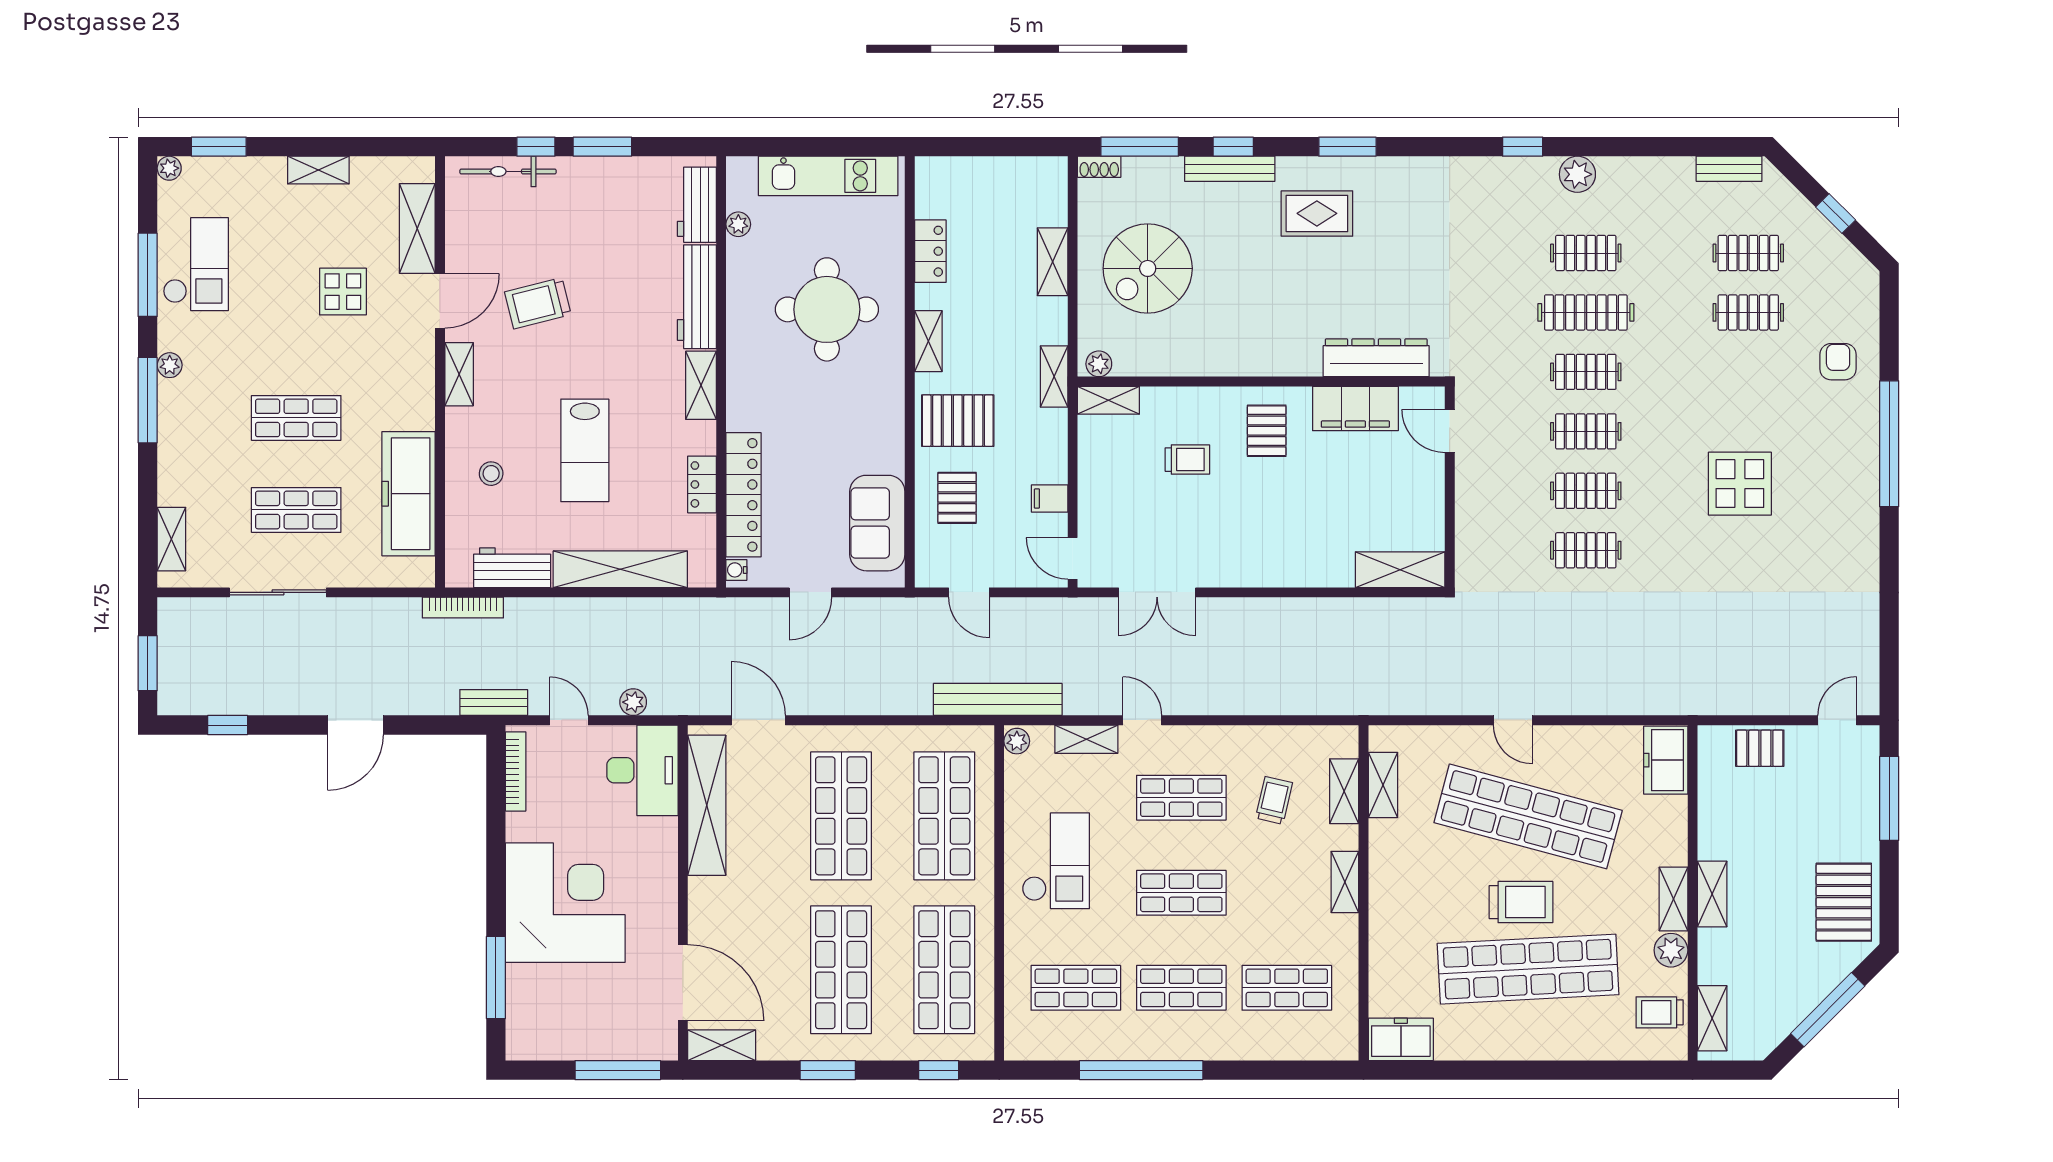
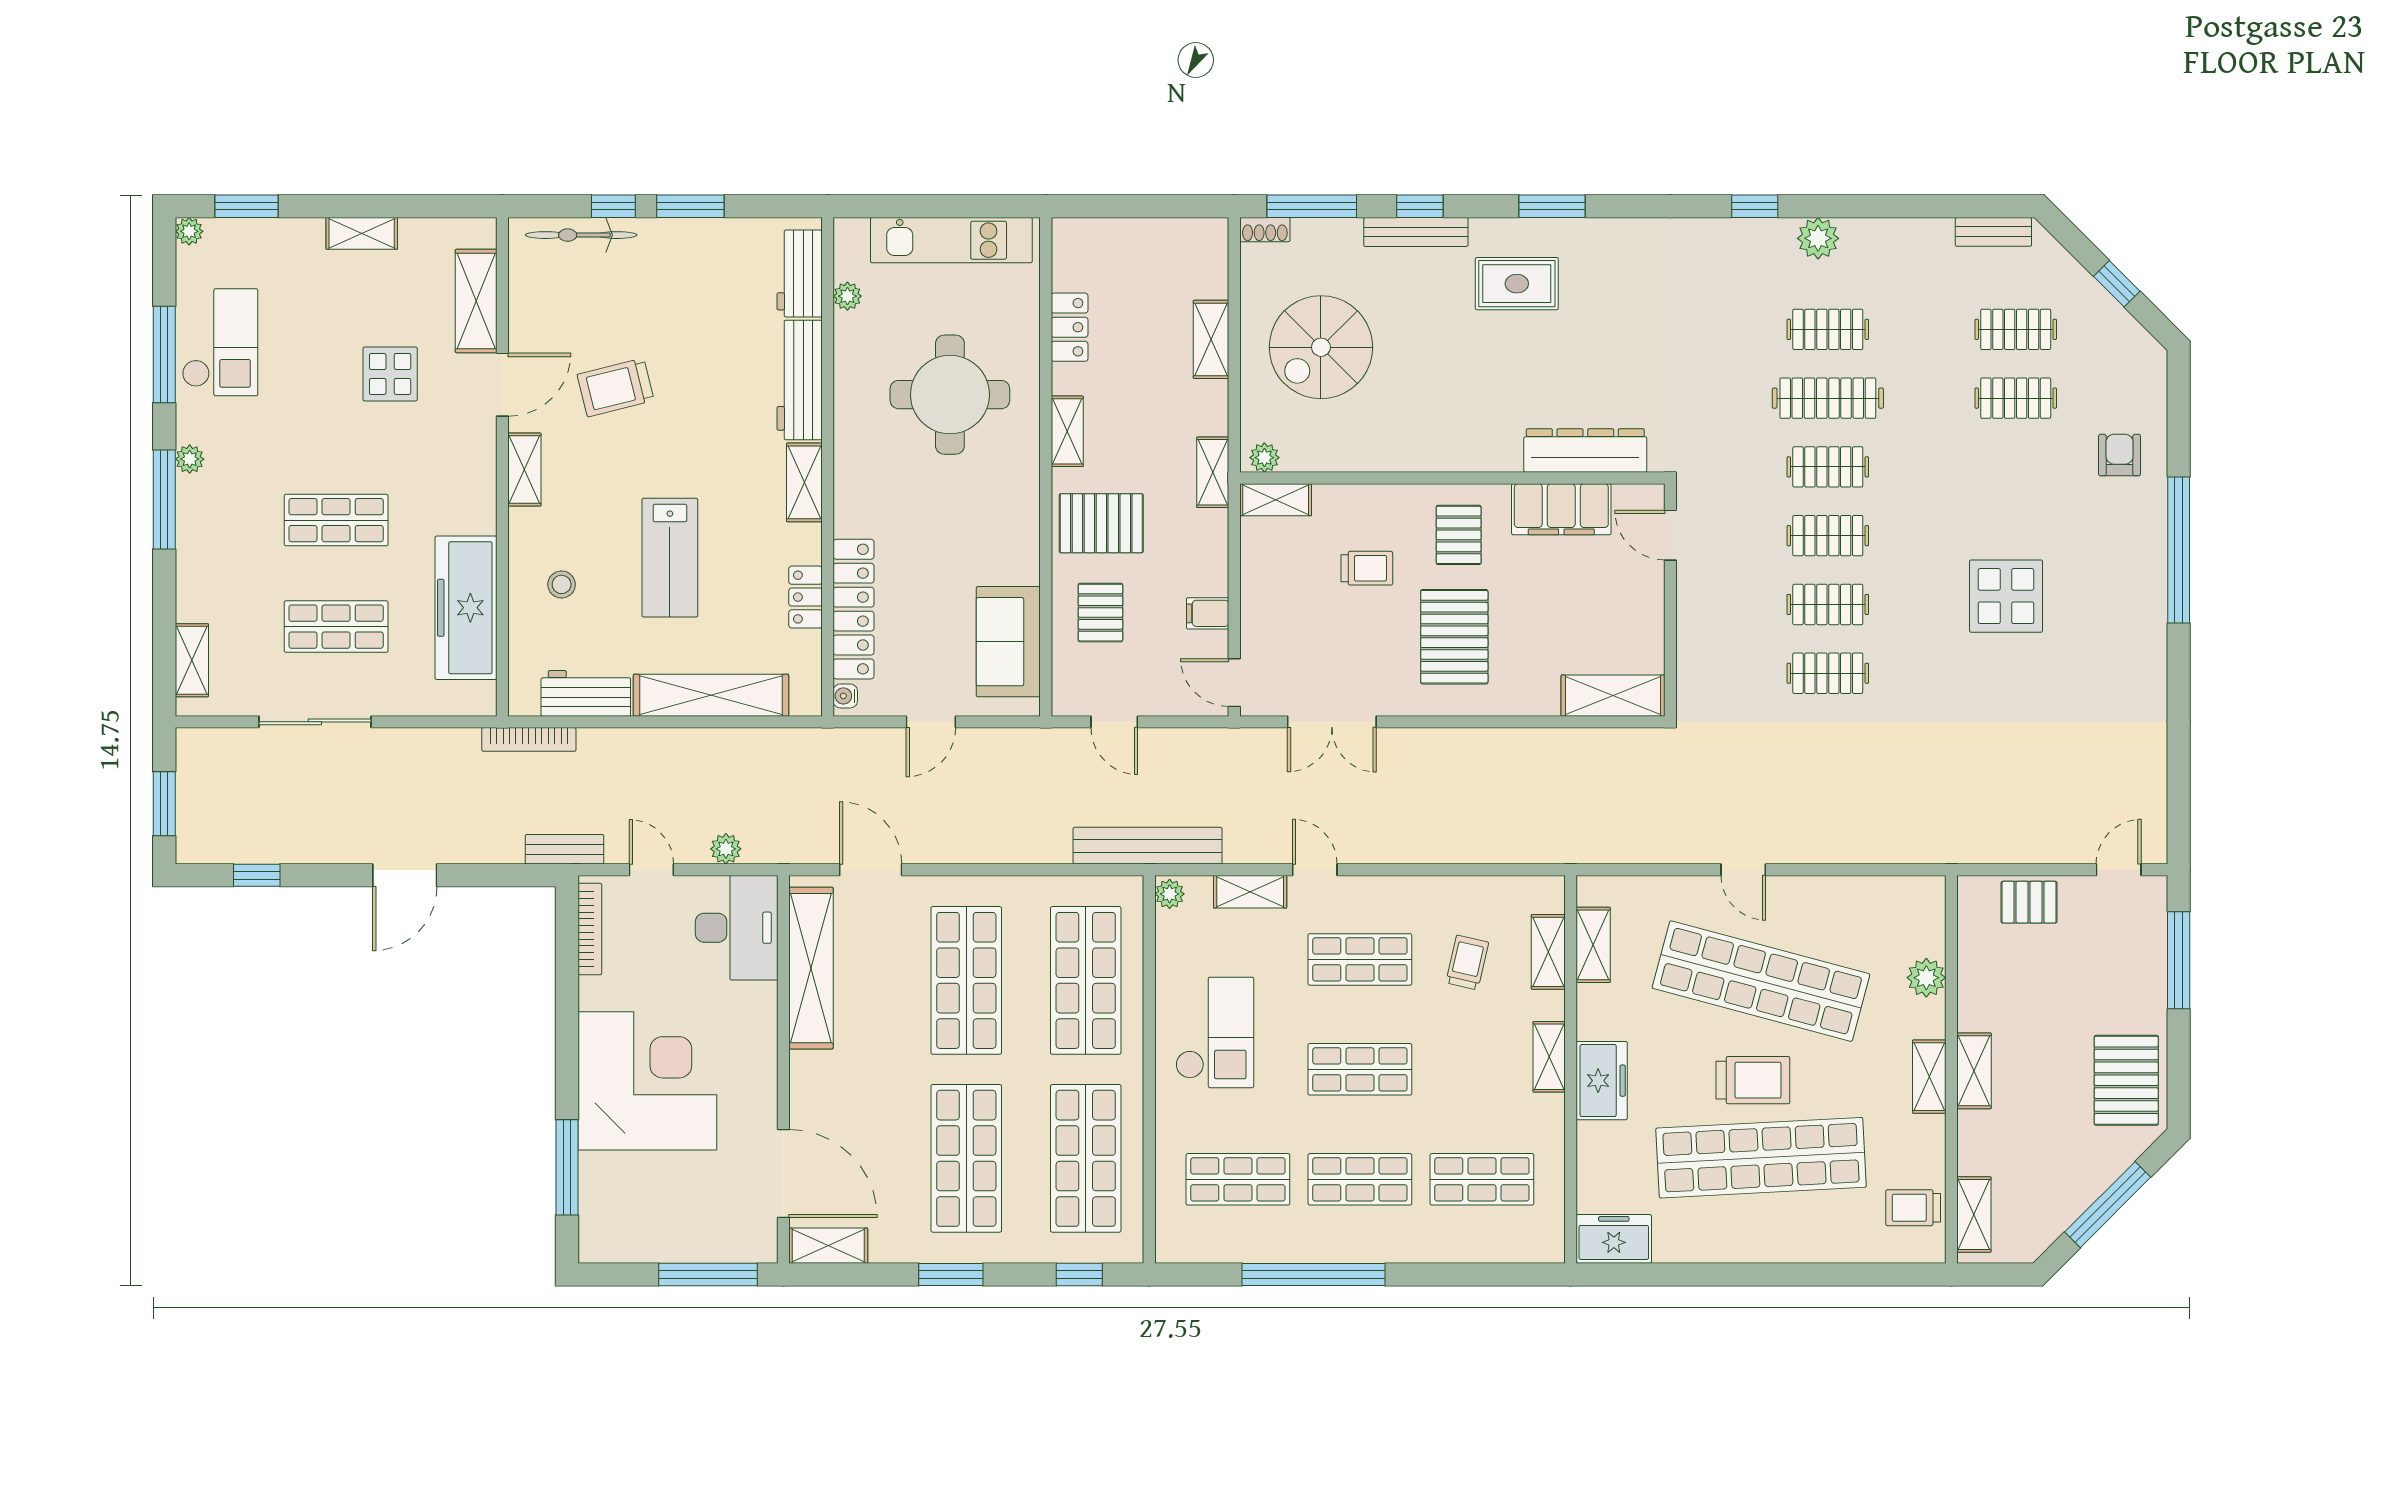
pallet: (1263, 519) -> (1454, 637), added
freezer: (1666, 760) -> (1602, 1081), moved, turned 180
plant: (1671, 950) -> (1926, 978), moved

